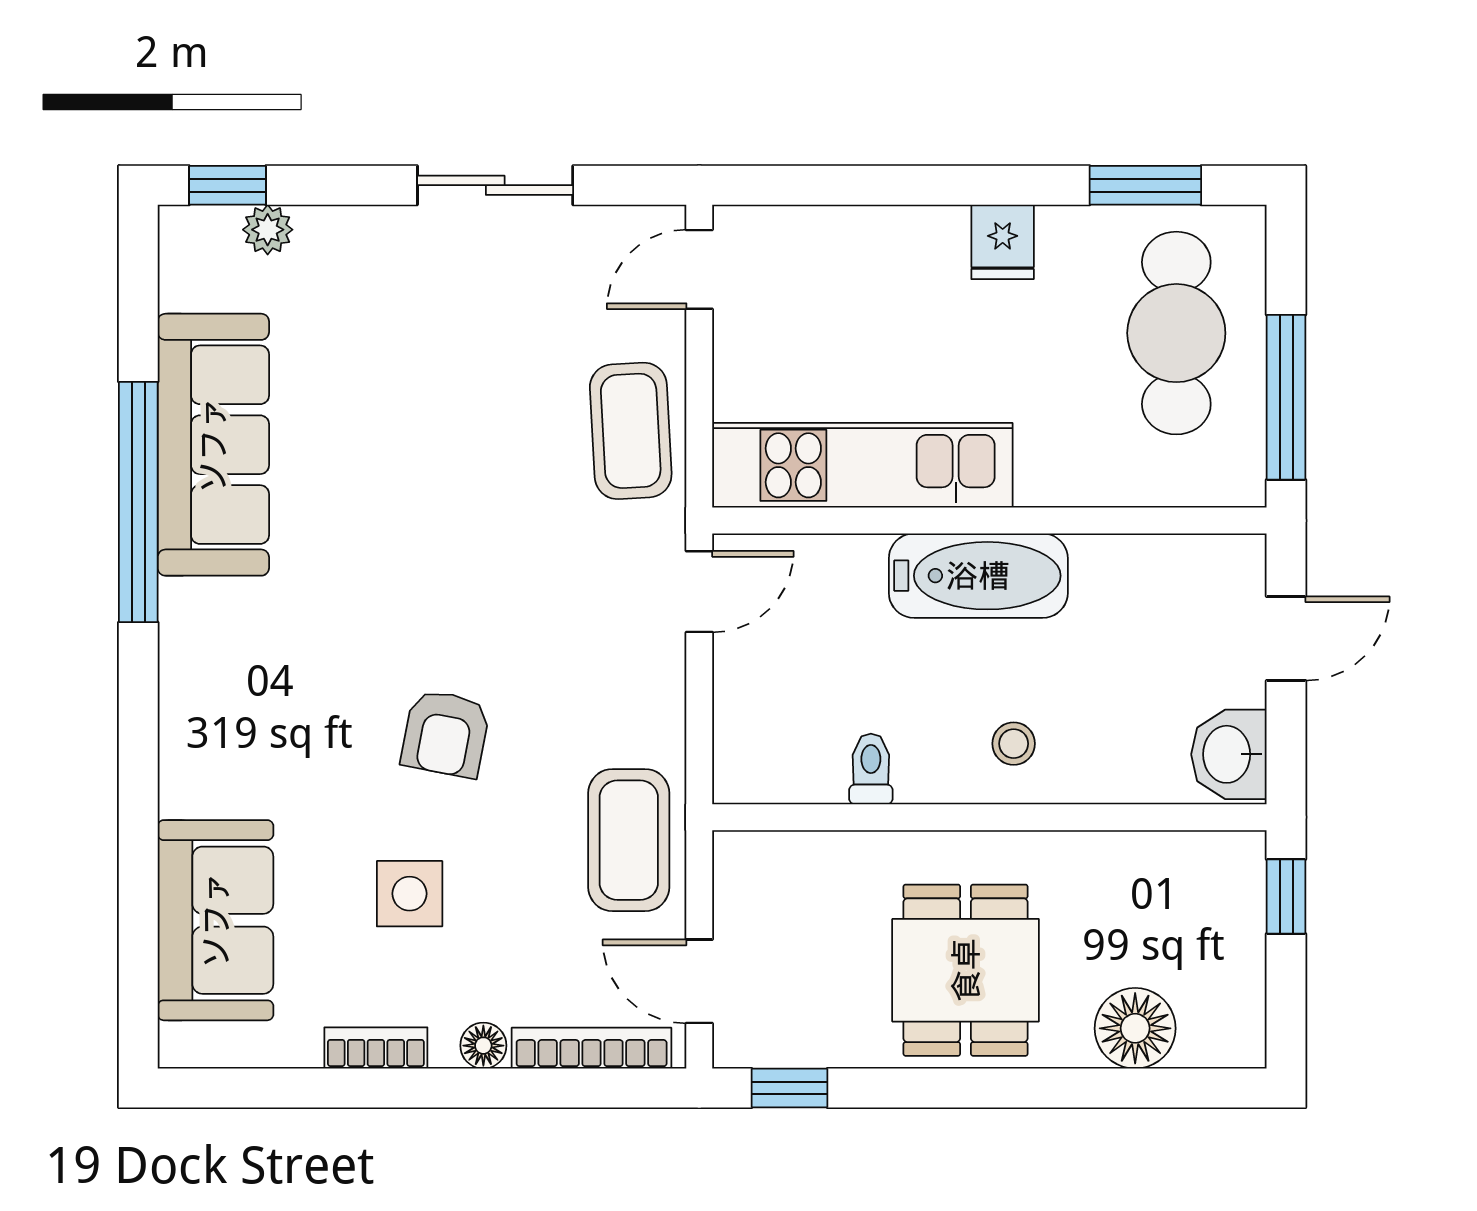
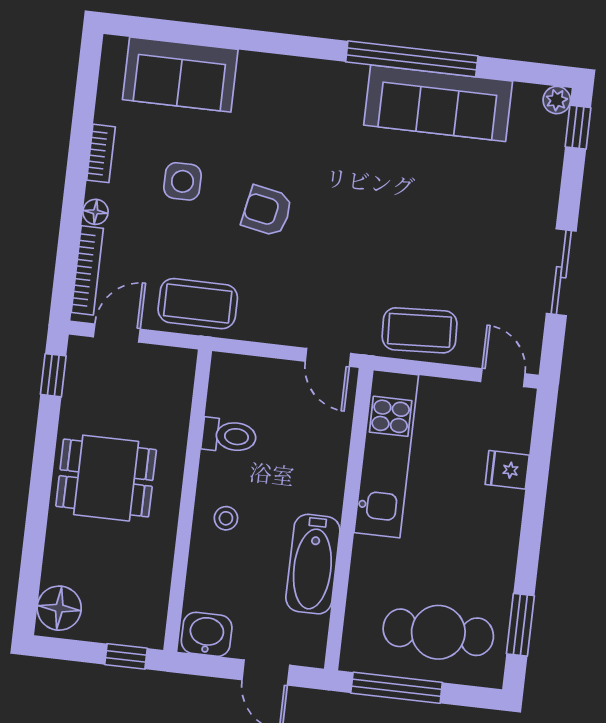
plant: (268, 230) -> (557, 100), moved
fridge: (1003, 242) -> (507, 470), moved
bathtub: (978, 576) -> (313, 564), moved
toilet: (871, 769) -> (229, 436), width x1.37, depth x1.39
floor lamp: (1135, 1028) -> (59, 608), moved

